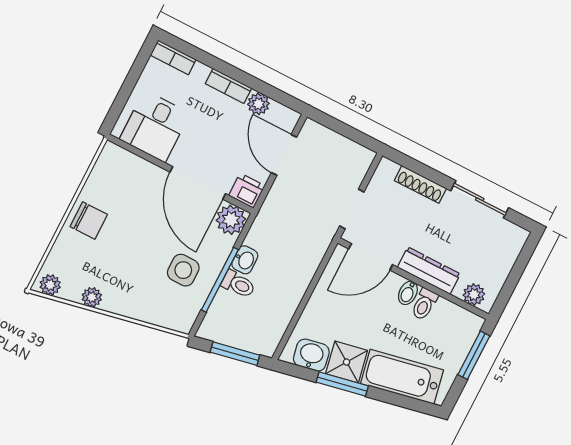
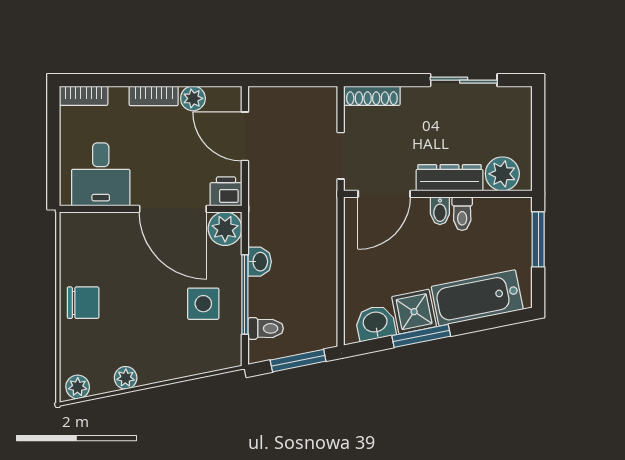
shoe rack: (420, 184) -> (372, 96), moved
toilet: (238, 284) -> (266, 328), moved
plant: (474, 295) -> (502, 174), width x1.38, depth x1.38

